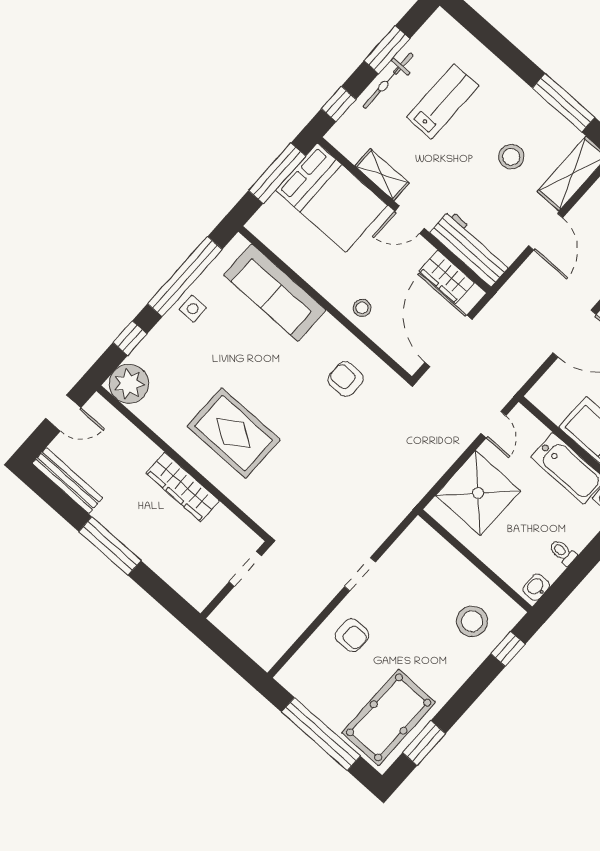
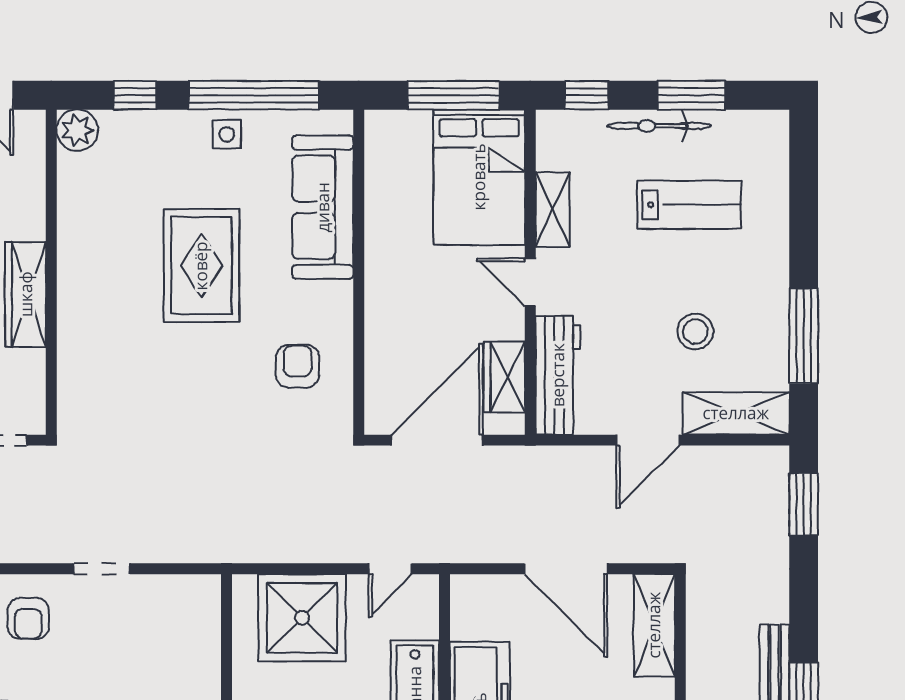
stool: (362, 308) -> (390, 316), removed
plant: (129, 384) -> (77, 130), width x0.73, depth x0.73
rug: (234, 433) -> (201, 266), moved

